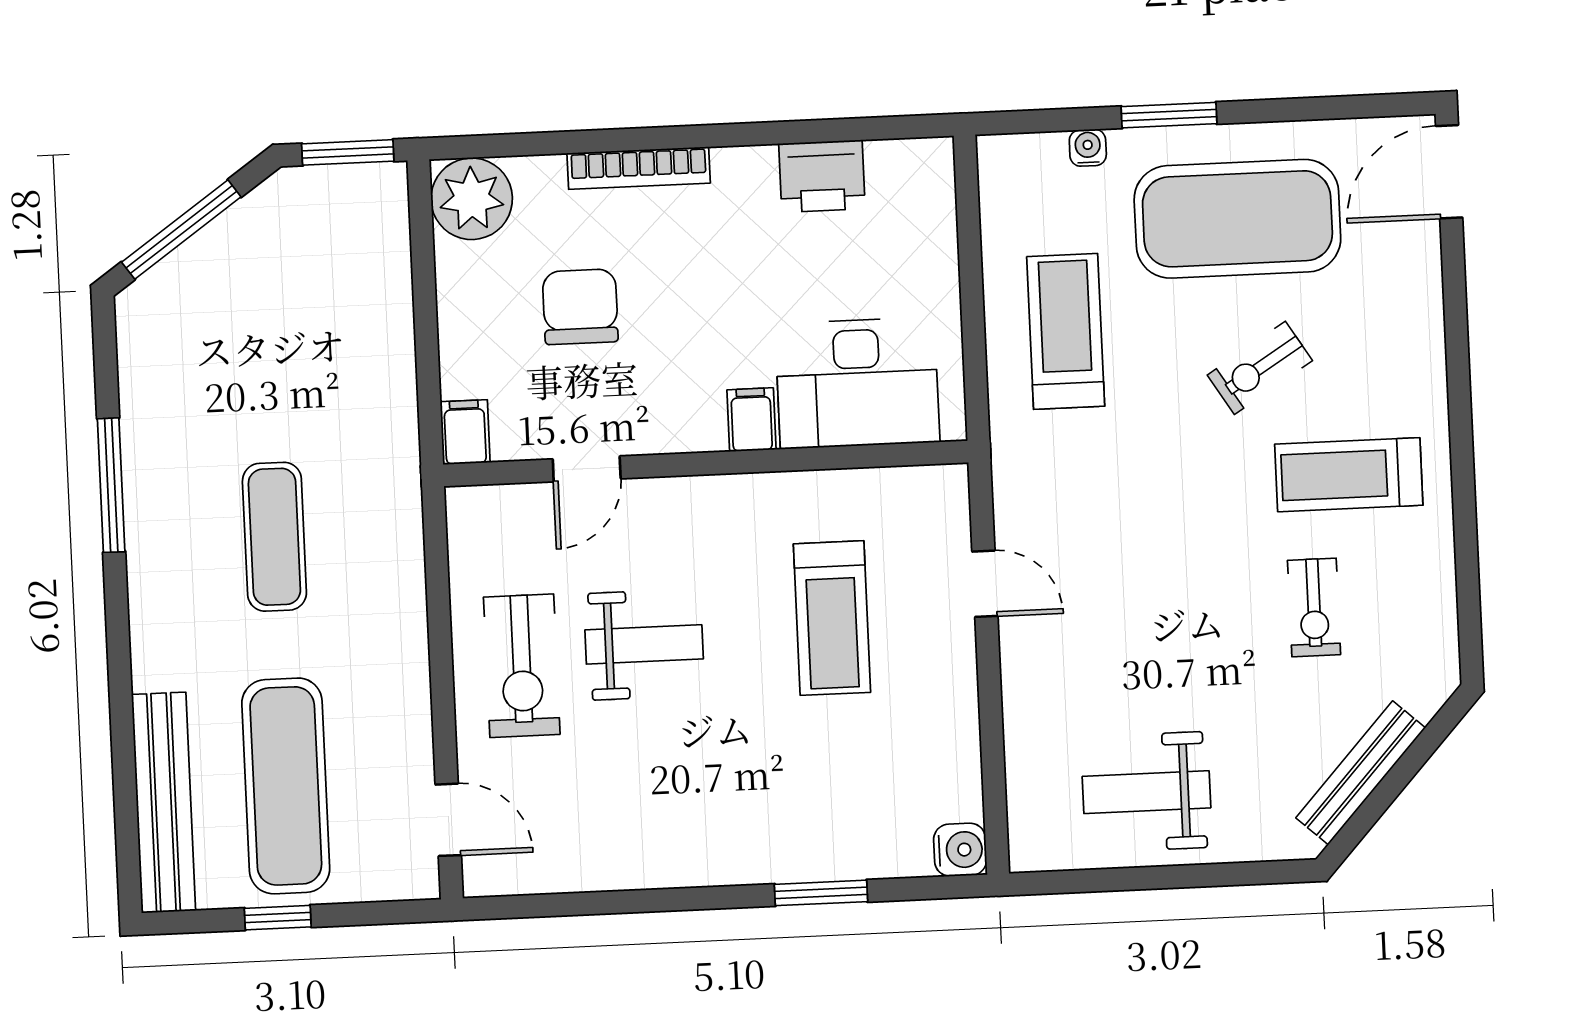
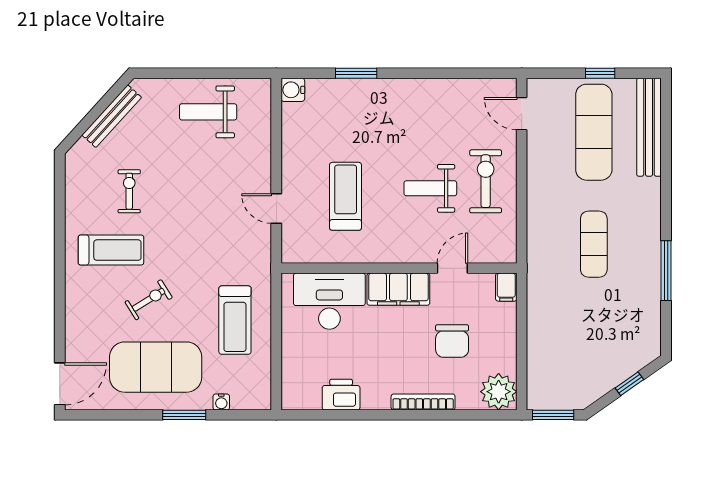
window: (181, 230) -> (629, 384), width x0.46
filing cabinet: (752, 420) -> (398, 289), width x3.00, depth x1.17
weight bench: (1146, 792) -> (208, 112), turned 180

